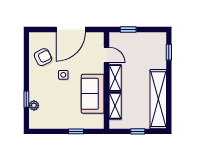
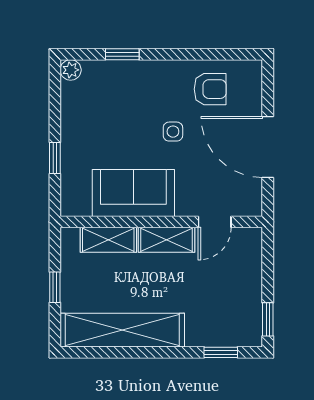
window: (128, 30) -> (268, 319), moved
armchair: (43, 57) -> (210, 89), turned -64
plant: (34, 105) -> (71, 70), moved

